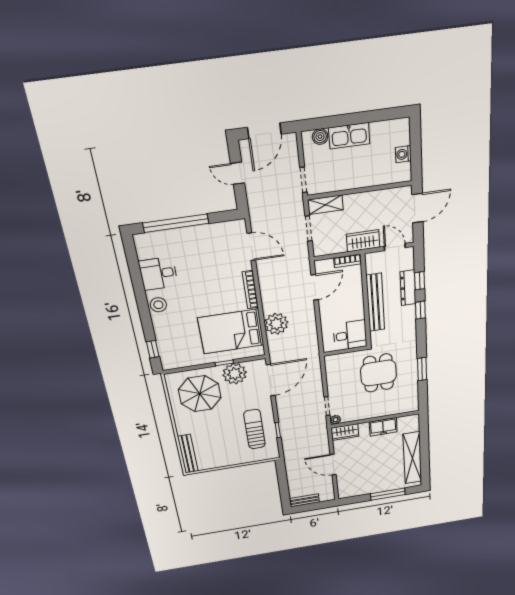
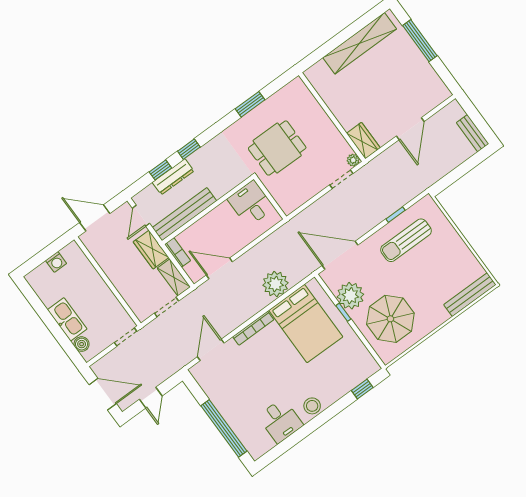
shelving: (325, 205) -> (174, 277), moved
bench: (375, 303) -> (184, 214), moved
freezer: (383, 427) -> (337, 102), removed

